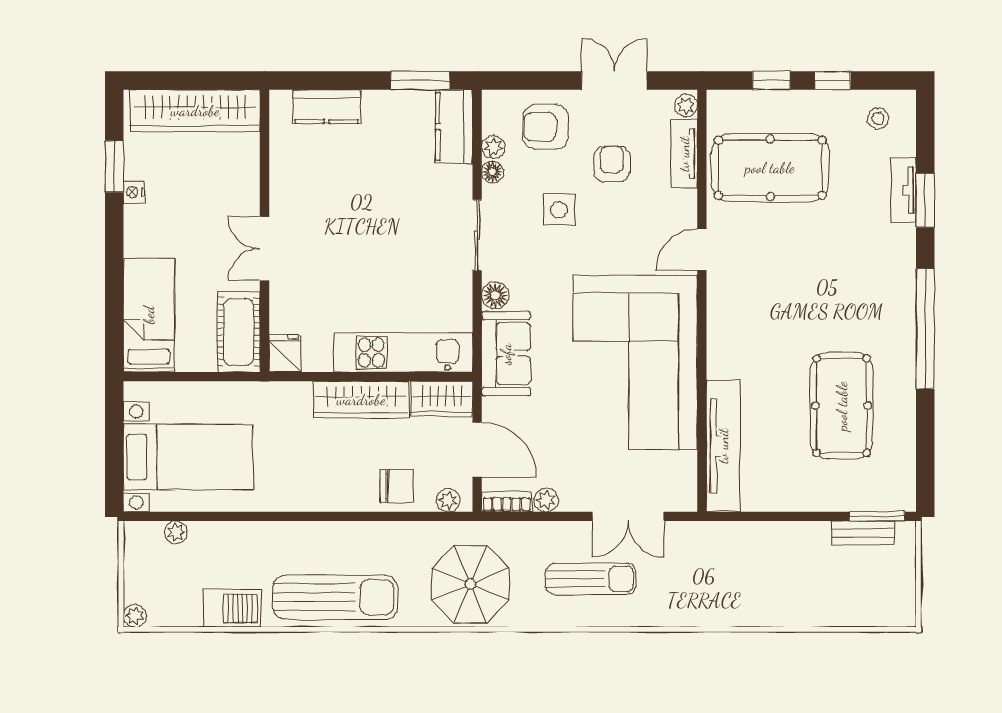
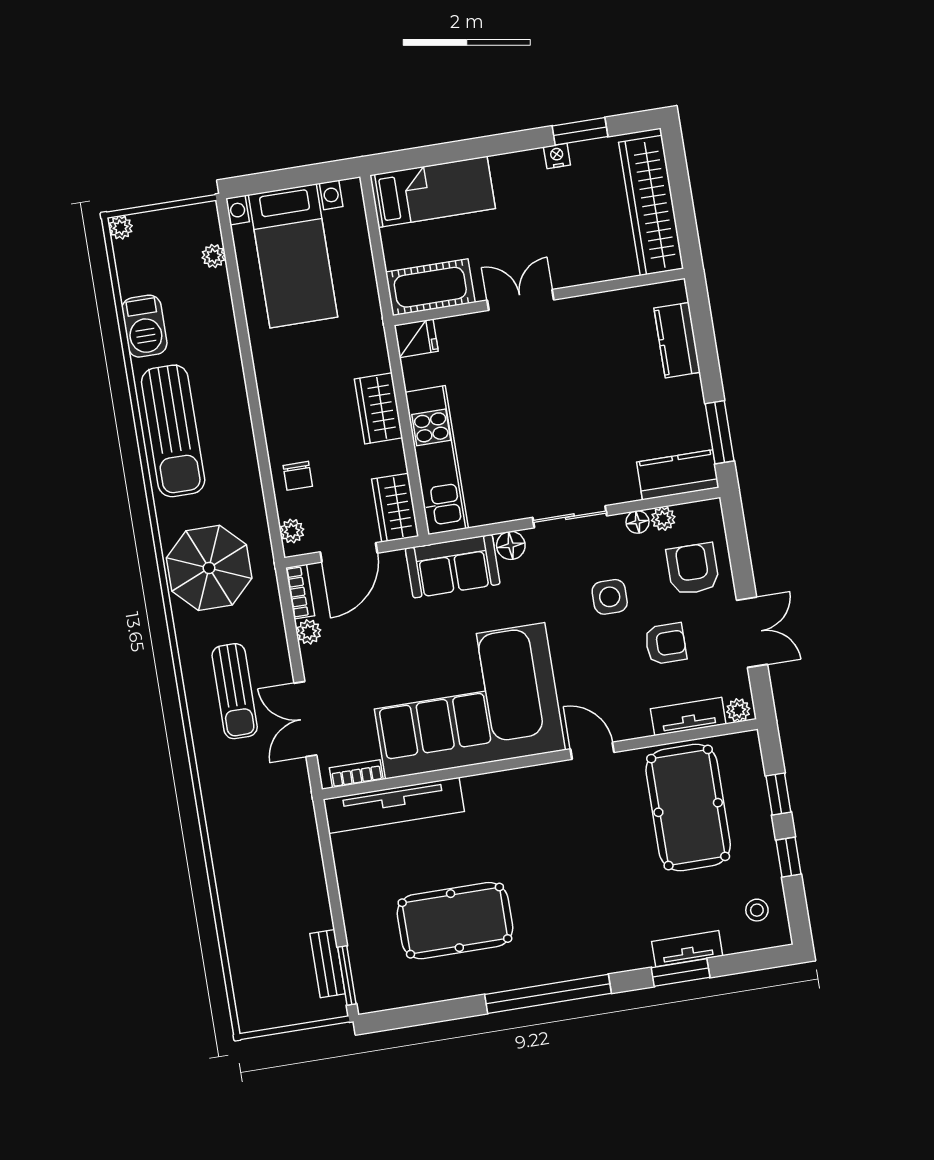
wardrobe: (361, 400) -> (379, 408), width x0.67
bookcase: (688, 476) -> (356, 774), added
chair: (397, 486) -> (298, 476), width x0.73, depth x0.73

